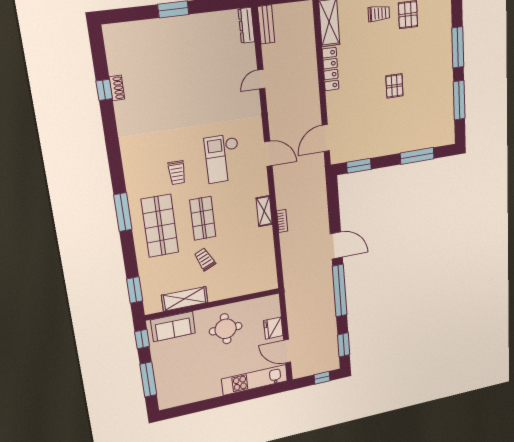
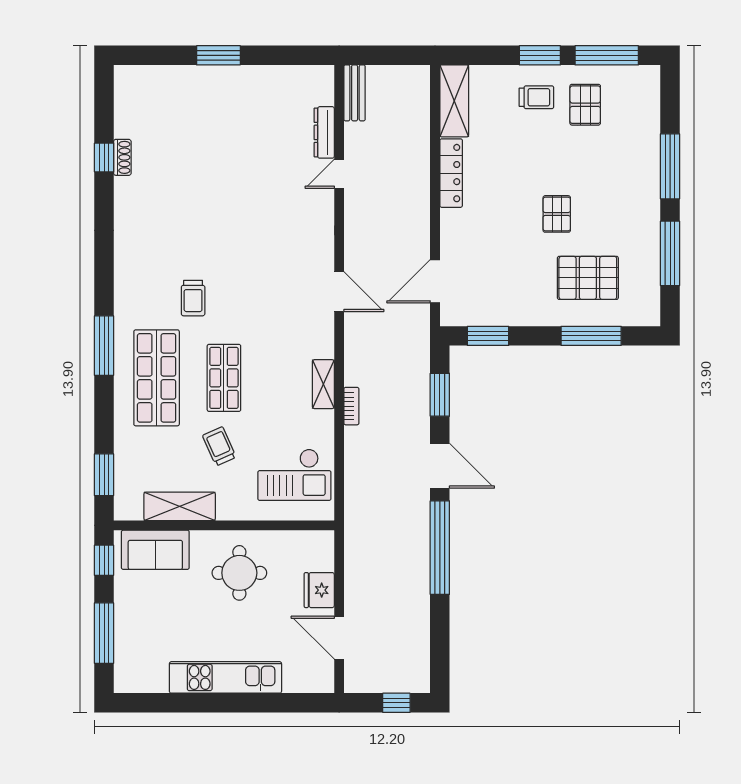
dresser: (246, 25) -> (324, 132), moved
pallet: (414, 122) -> (588, 278), added
checkout: (223, 158) -> (294, 475), moved, turned -90
window: (344, 345) -> (440, 395), moved
kitchen unit: (255, 380) -> (225, 677), moved

